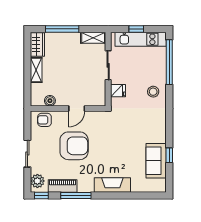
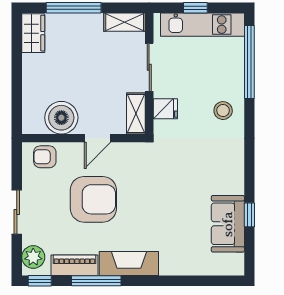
shelving: (36, 70) -> (136, 114), moved
boiler: (50, 101) -> (61, 118), width x1.86, depth x1.86
fireplace: (112, 185) -> (129, 264), moved

